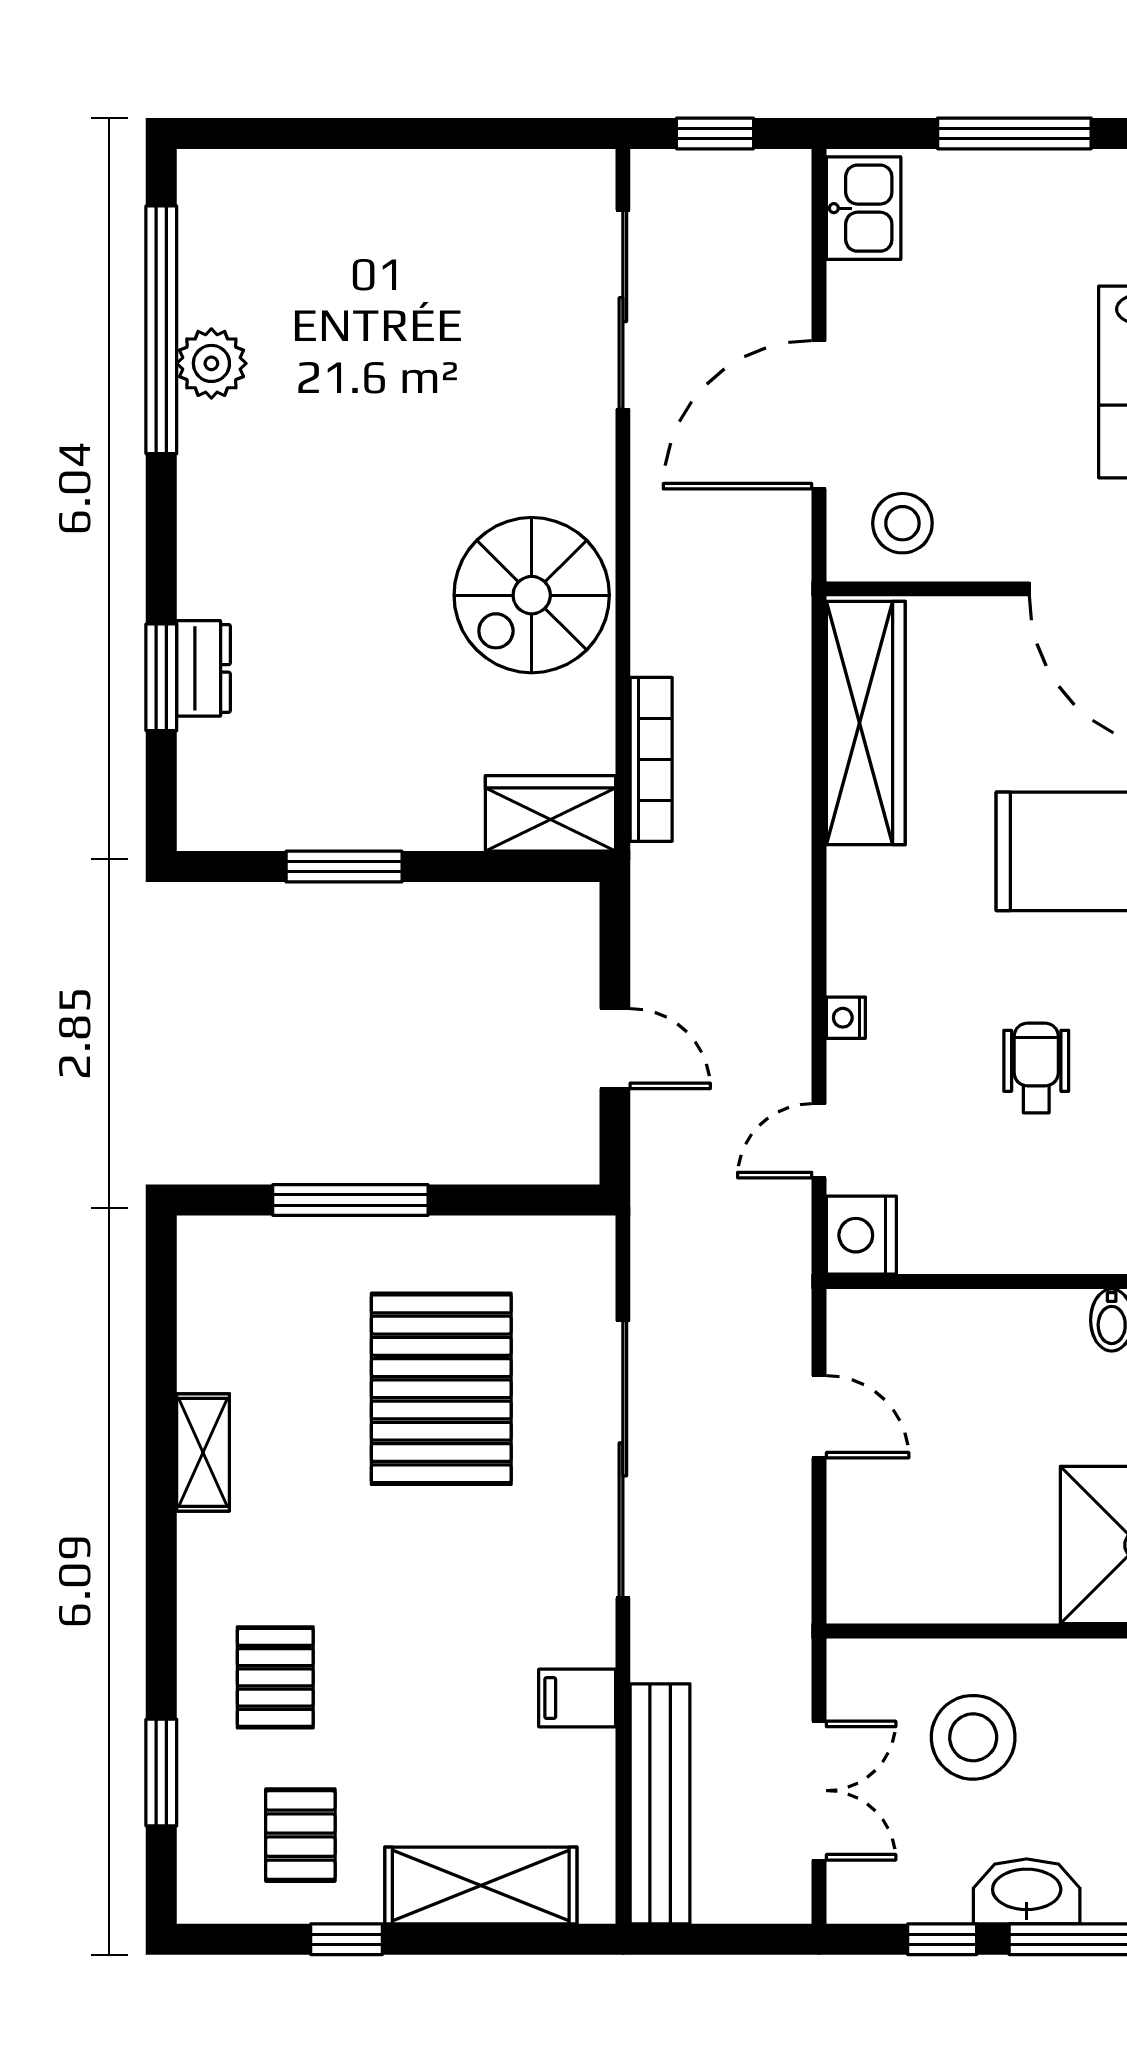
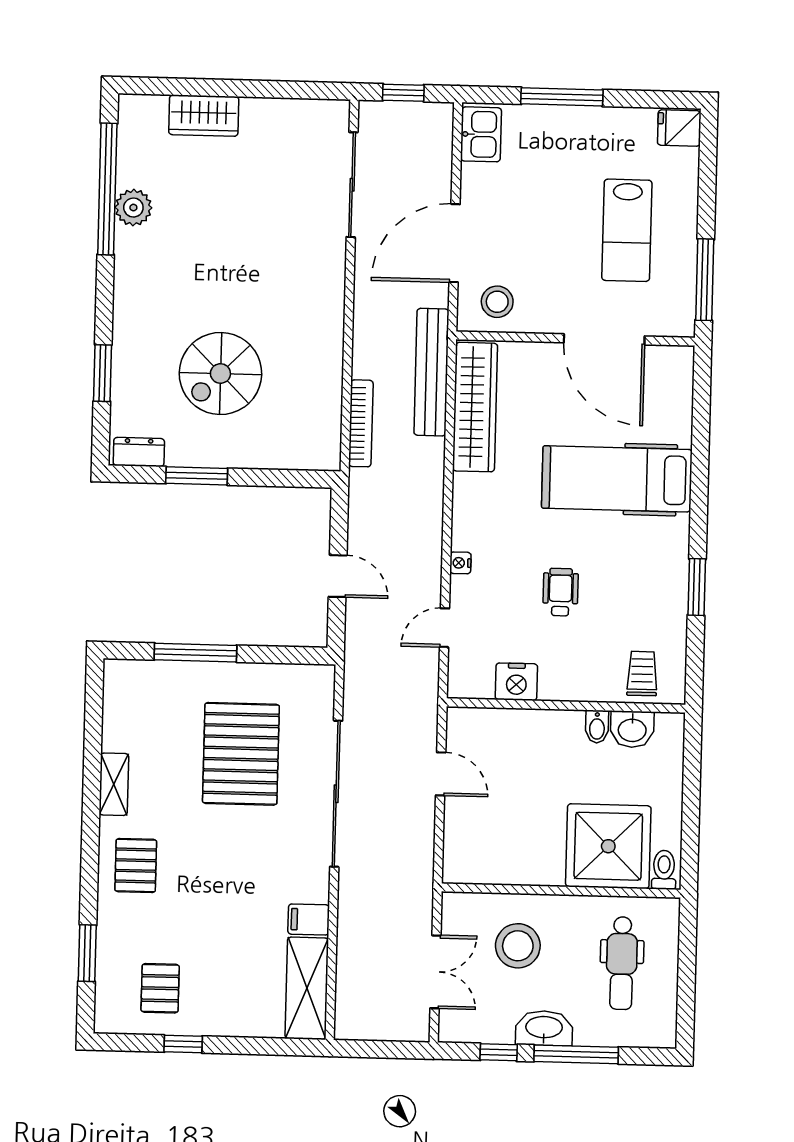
spiral stairs: (532, 595) -> (220, 373), moved
dresser: (203, 668) -> (139, 452), moved, turned -90
wardrobe: (550, 813) -> (204, 116), moved, turned 180
nightstand: (861, 1235) -> (516, 682), moved, turned -90
pallet: (275, 1677) -> (136, 866), moved
bench: (660, 1804) -> (431, 372), moved
shelving: (481, 1886) -> (307, 988), moved, turned 90

